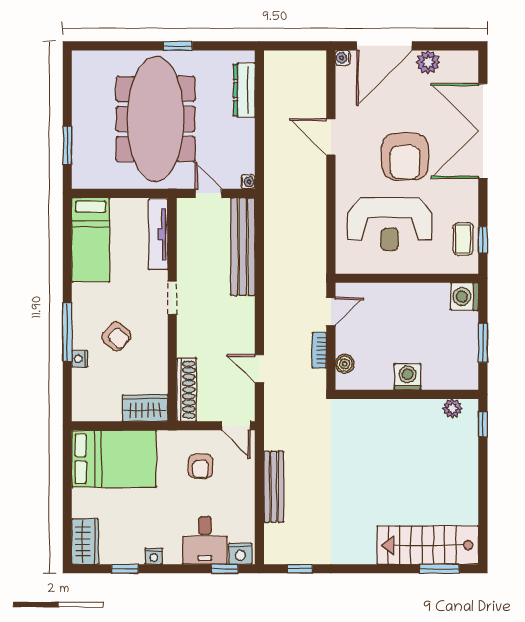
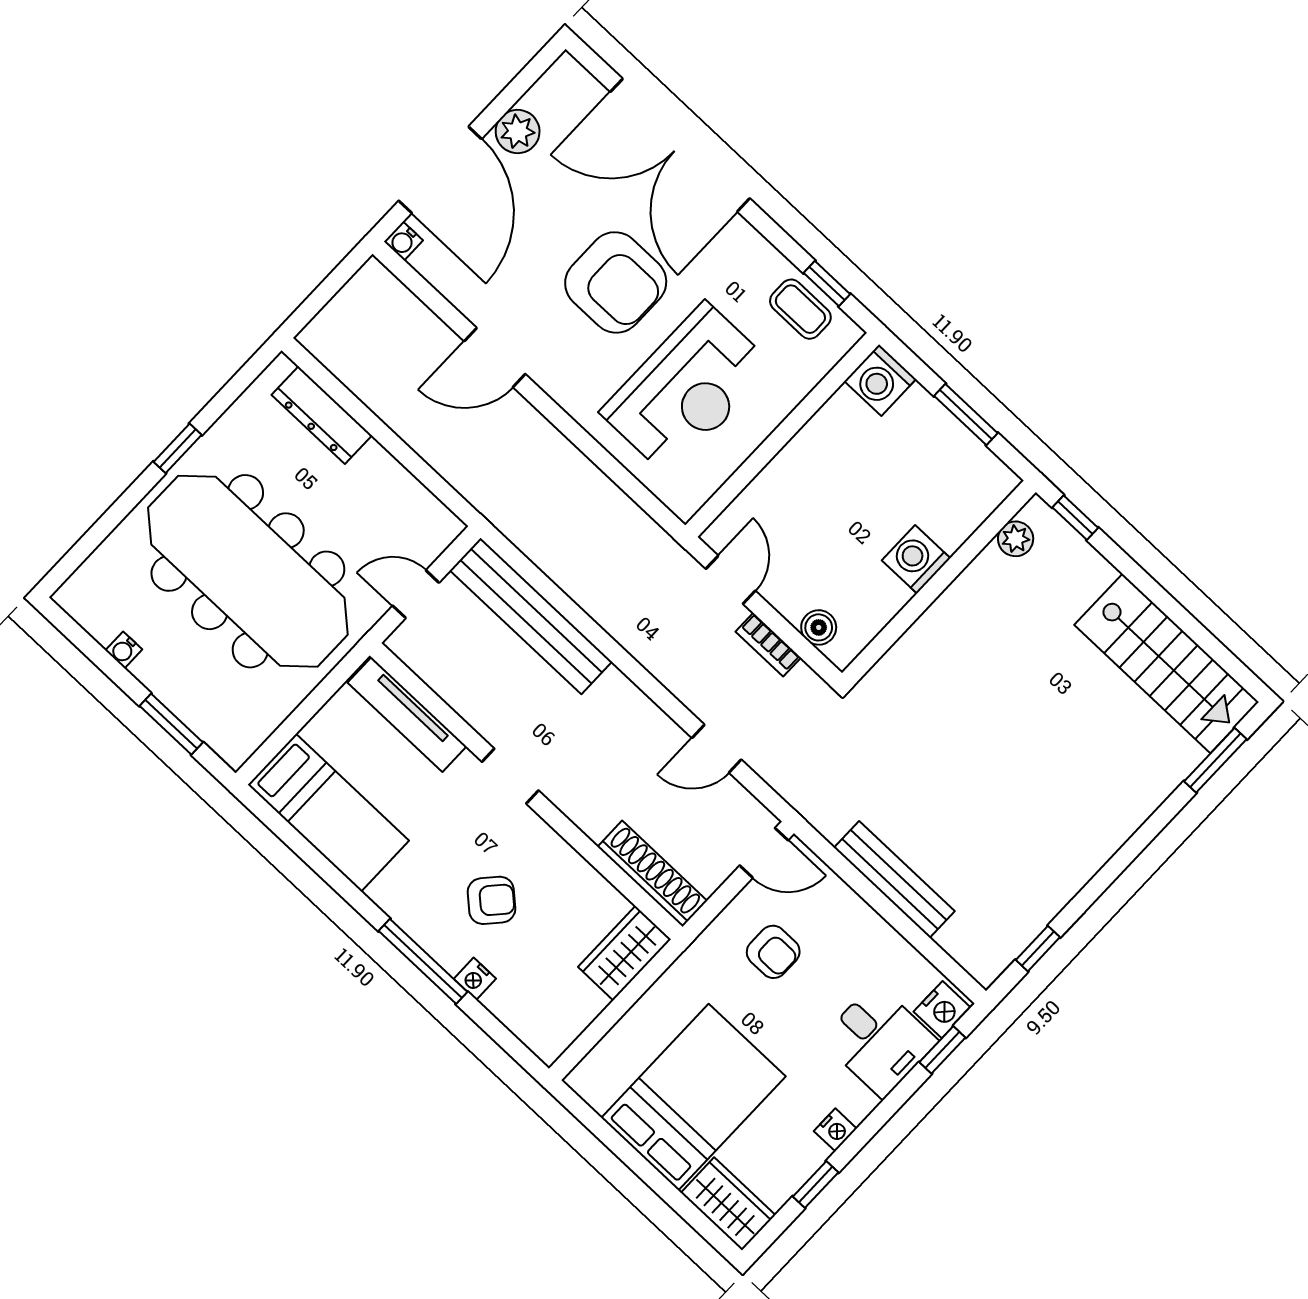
water cooler: (248, 182) -> (124, 650), moved, turned 180
bed: (114, 459) -> (693, 1097), moved
stairs: (428, 545) -> (1167, 663), moved, turned -90

